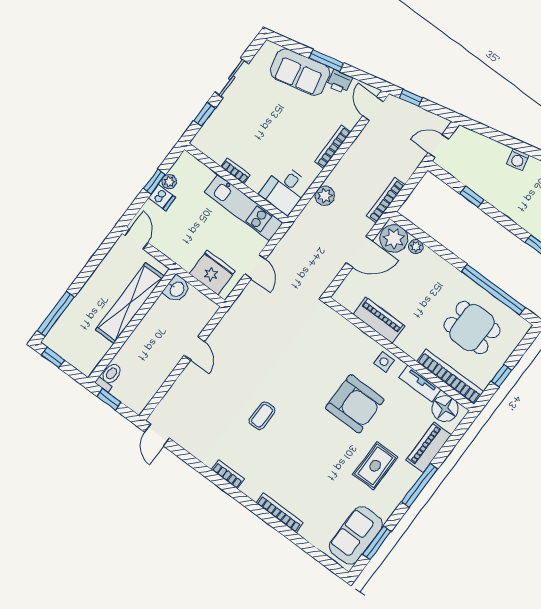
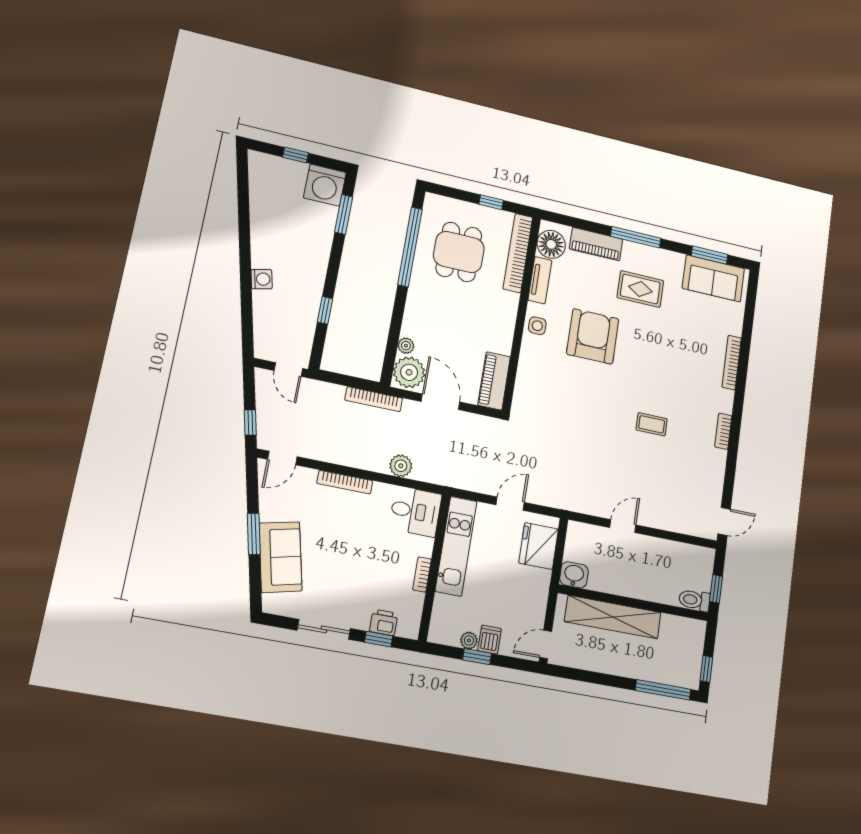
printer: (340, 82) -> (384, 622), moved, turned -77
piano: (379, 320) -> (494, 381), moved

